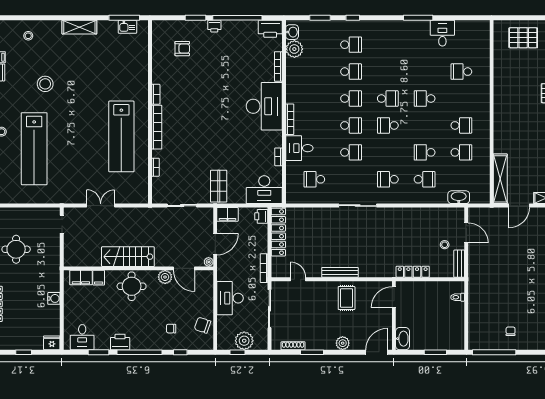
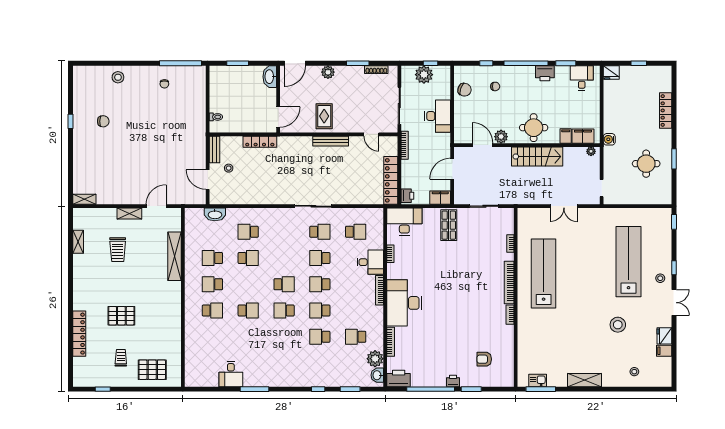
school desk: (351, 45) -> (356, 337), moved
school desk: (461, 72) -> (212, 311), moved
school desk: (388, 179) -> (320, 232), moved
shelving: (500, 179) -> (174, 256), moved
plant: (209, 262) -> (591, 151), moved
water cooler: (54, 298) -> (609, 139), moved

